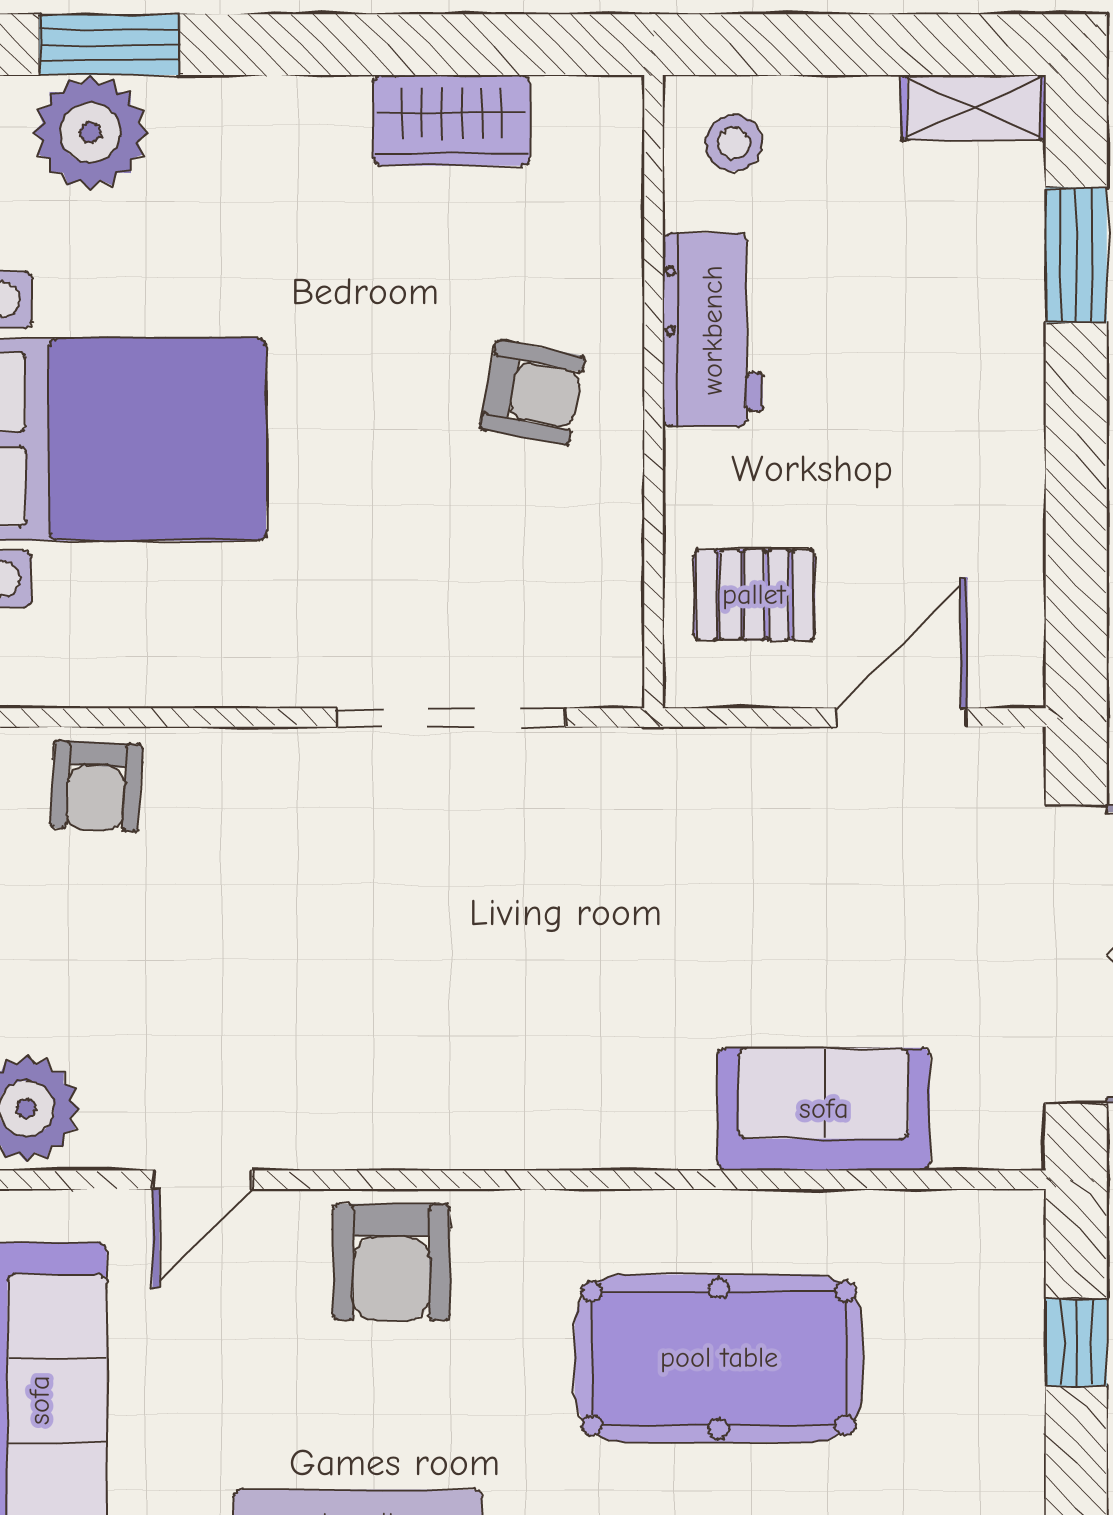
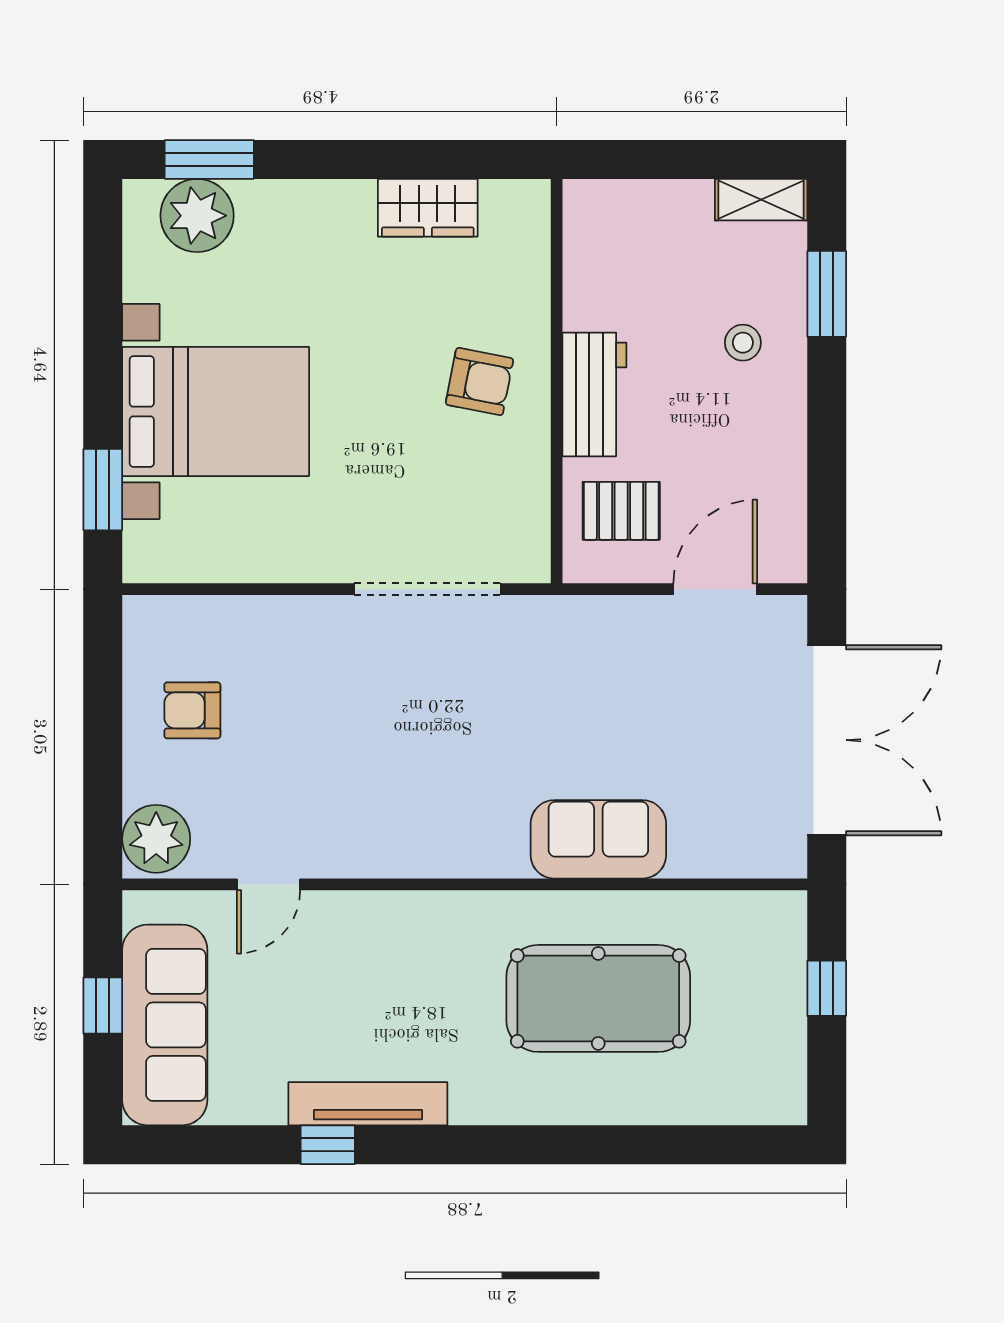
stool: (734, 143) -> (743, 343), moved
workbench: (713, 330) -> (594, 394), moved
armchair: (96, 786) -> (192, 710), moved, turned 87
sofa: (824, 1109) -> (598, 839), moved
armchair: (391, 1262) -> (389, 937), removed

